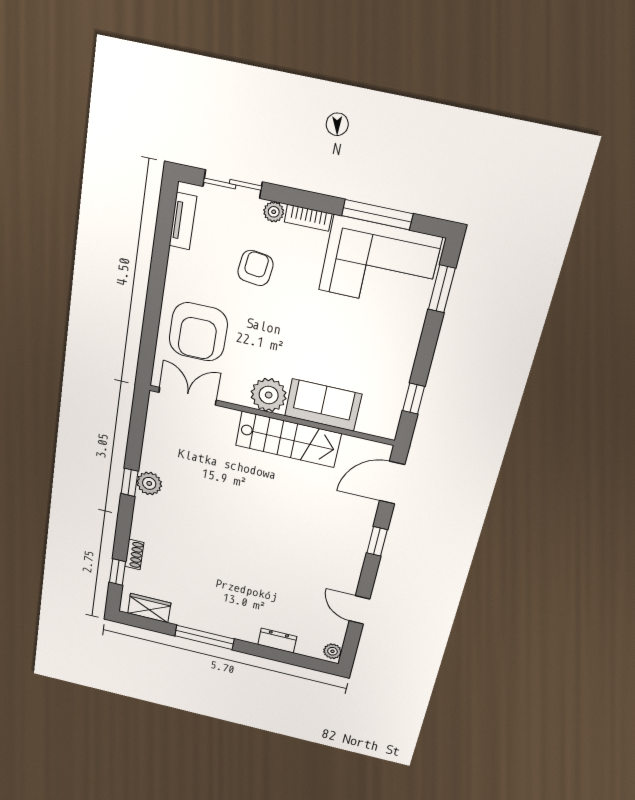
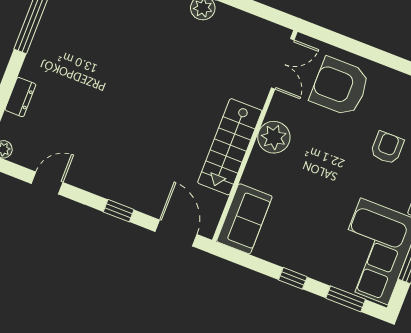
armchair: (255, 268) -> (387, 148), turned -97
window: (414, 399) -> (293, 278), moved
sofa: (323, 405) -> (244, 219), moved

